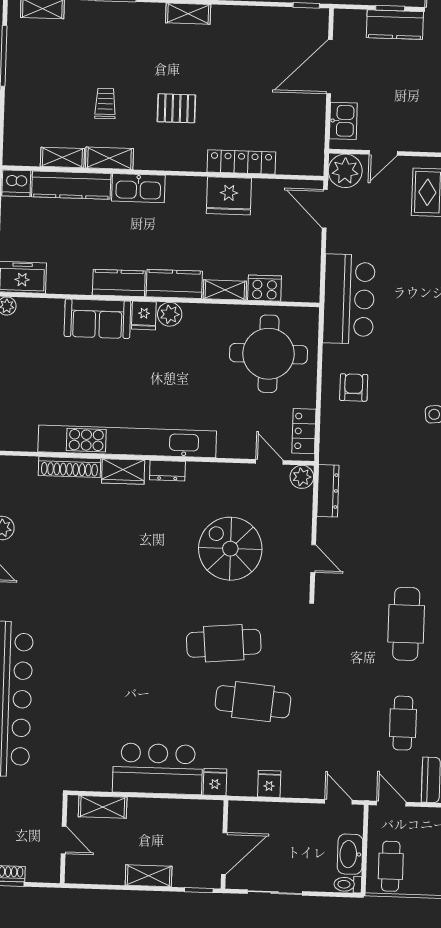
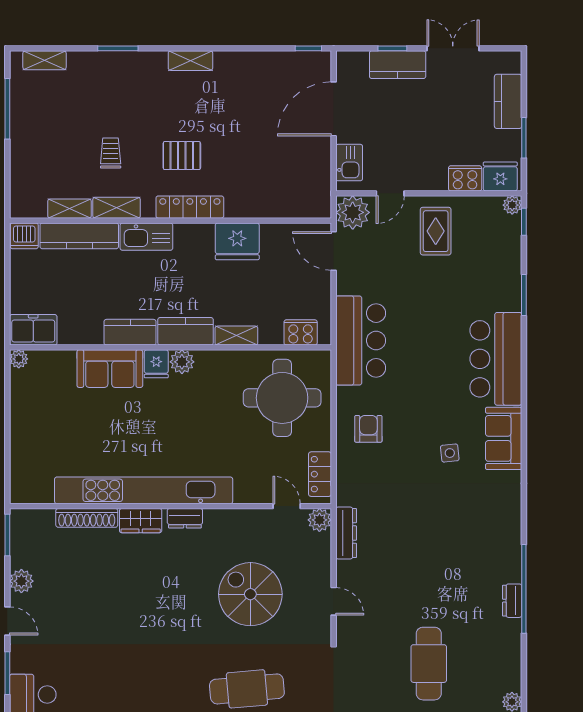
locker: (241, 162) -> (190, 207), moved
cooker: (265, 288) -> (301, 332), moved

